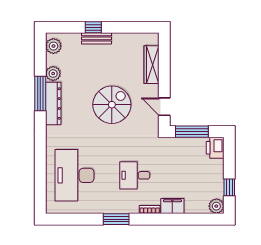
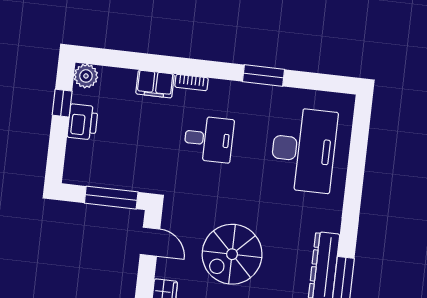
printer: (215, 148) -> (83, 122), moved
window: (116, 219) -> (263, 75), moved

